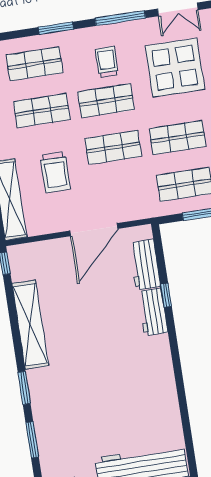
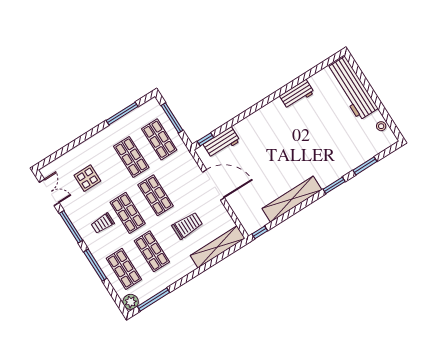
window: (56, 28) -> (95, 265), width x1.44
display table: (175, 68) -> (87, 178), width x0.54, depth x0.54
window: (166, 295) -> (205, 139), moved
workbench: (153, 312) -> (297, 94), moved

